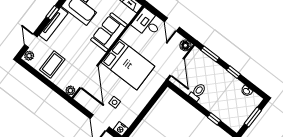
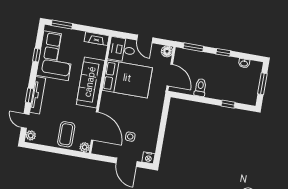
window: (53, 13) -> (30, 96), moved
sofa: (109, 32) -> (91, 82), width x1.36
coffee table: (52, 64) -> (66, 134), moved
bed: (128, 64) -> (127, 79), moved

